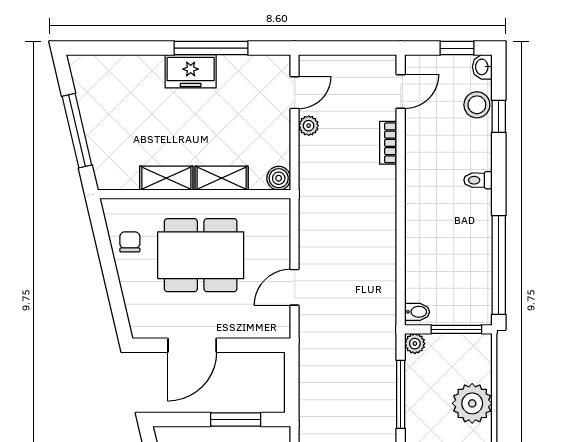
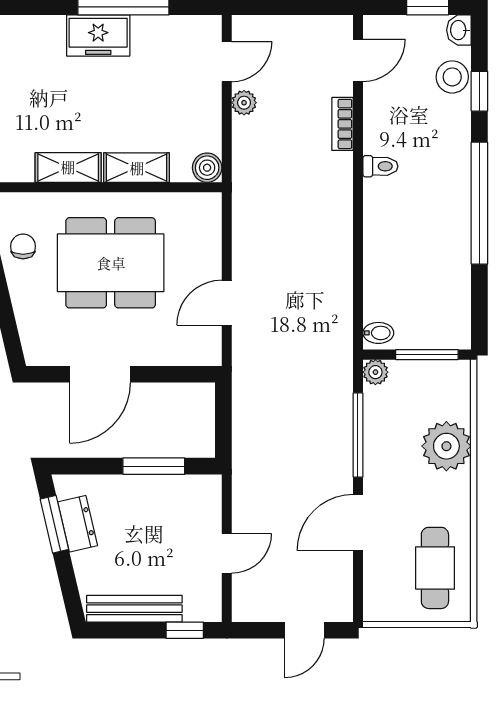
toilet: (478, 180) -> (380, 166), moved, turned 180
window: (499, 265) -> (479, 203), moved

